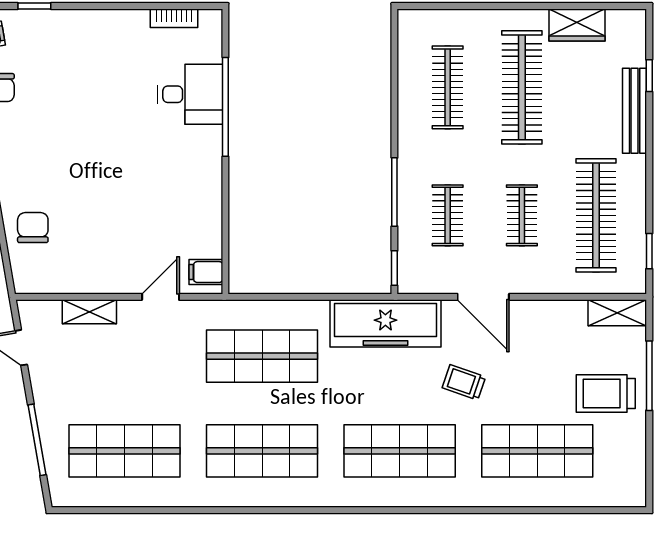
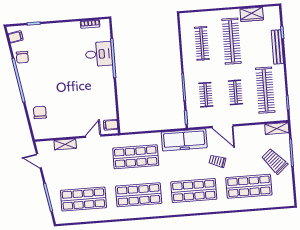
trolley: (606, 393) -> (275, 161), turned 49

